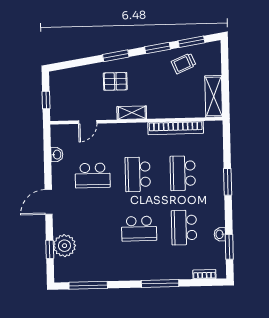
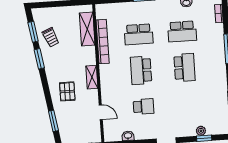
window: (116, 56) -> (53, 121), moved
shelving: (214, 96) -> (87, 29), moved, turned 90
school desk: (138, 174) -> (141, 70), turned 90
school desk: (93, 175) -> (143, 106), width x0.54
plant: (64, 246) -> (201, 131), width x0.53, depth x0.53

